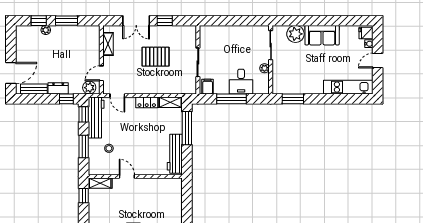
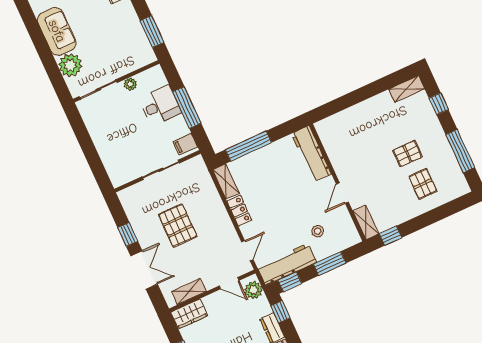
wardrobe: (93, 37) -> (189, 314), added
workbench: (175, 154) -> (311, 154), moved, turned 90

